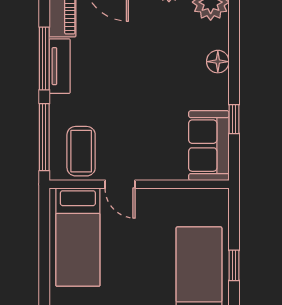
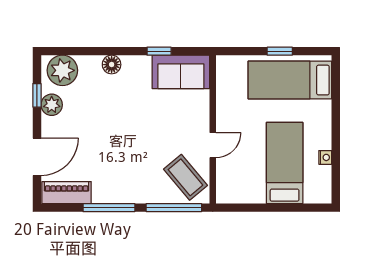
tv unit: (60, 66) -> (115, 195), removed
coffee table: (81, 151) -> (186, 177), turned 50
bed: (78, 237) -> (285, 163), moved, turned -90

